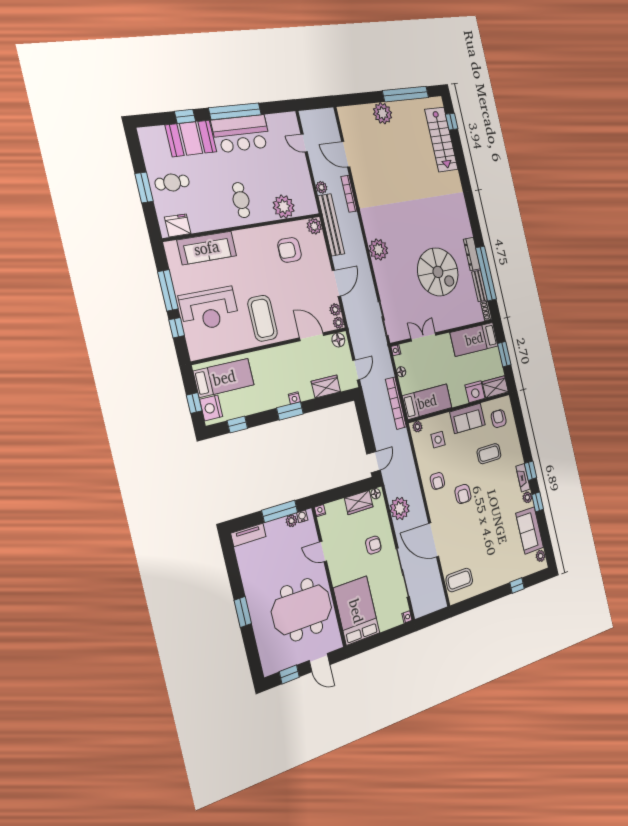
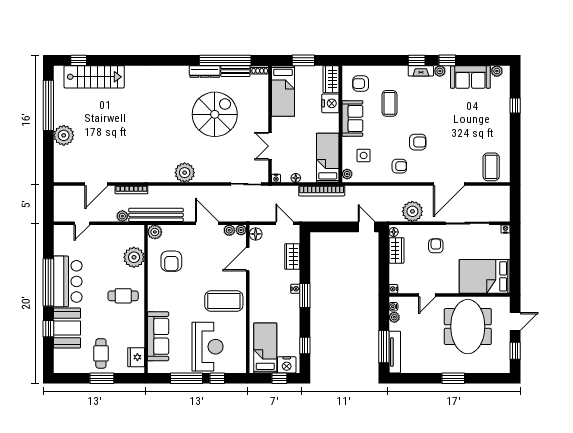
window: (280, 511) -> (384, 347), moved
tv unit: (248, 535) -> (395, 352), width x1.41

